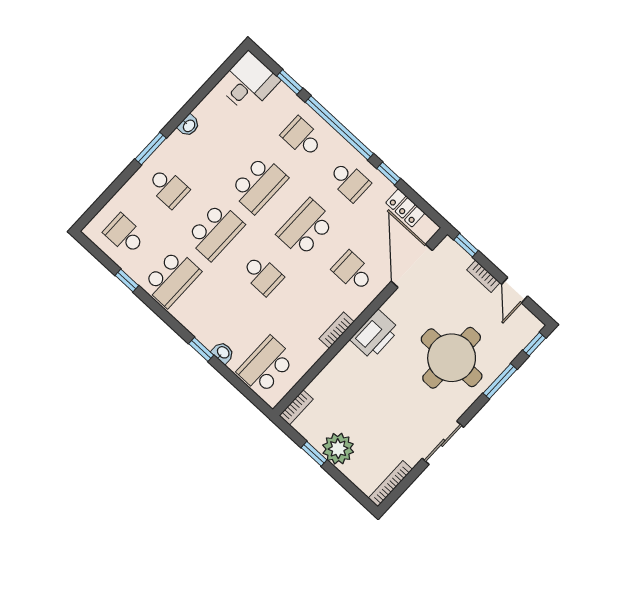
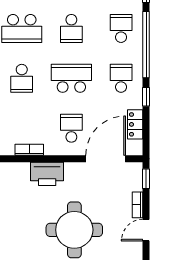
school desk: (349, 181) -> (121, 78), turned 180
school desk: (259, 184) -> (71, 28), width x0.54

